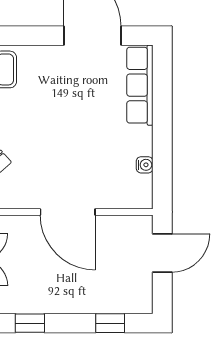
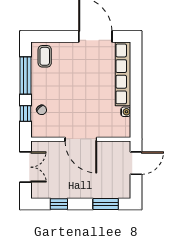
row of seats: (140, 85) -> (123, 74), width x1.36
window: (110, 323) -> (106, 204), width x1.50

